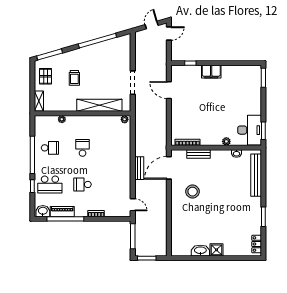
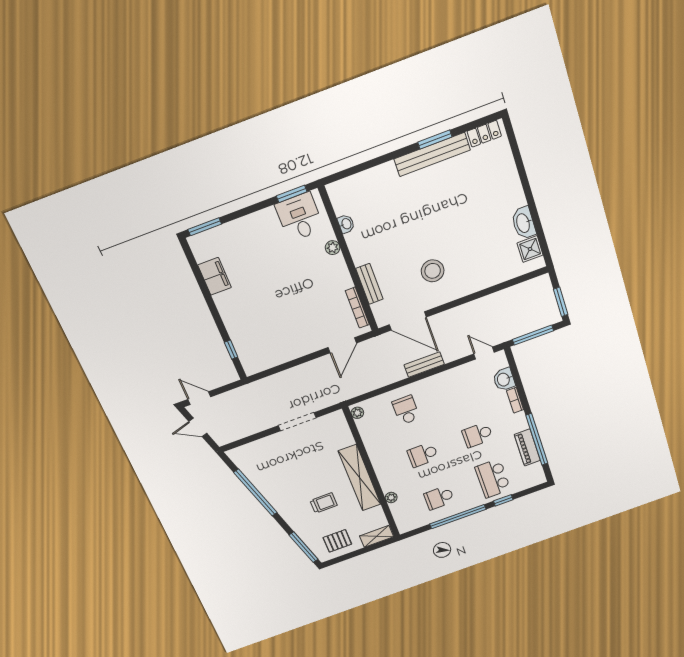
filing cabinet: (211, 72) -> (215, 276), moved
door: (169, 90) -> (342, 345), moved
shelving: (99, 105) -> (360, 478), moved
desk: (250, 130) -> (300, 217), width x0.73
school desk: (50, 148) -> (439, 498), turned -90
school desk: (115, 148) -> (406, 410), added
bench: (256, 175) -> (432, 155), moved
school desk: (50, 184) -> (493, 478), turned 180
school desk: (83, 184) -> (477, 435), turned 90
door: (133, 205) -> (484, 353), hinge flipped
washbasin: (43, 211) -> (504, 379), moved
shower: (216, 250) -> (530, 249), moved

